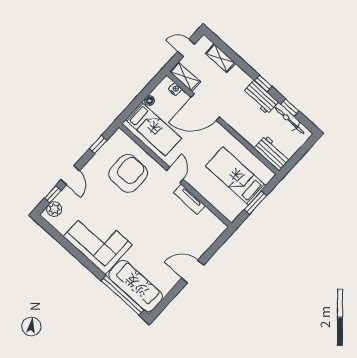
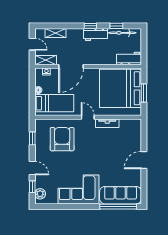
door: (186, 48) -> (32, 44), swing flipped
bed: (236, 176) -> (120, 88), width x2.04

